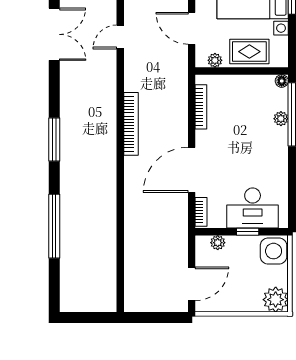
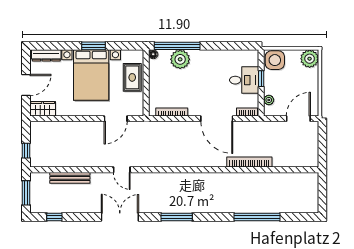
plant: (215, 60) -> (138, 102), removed
plant: (281, 119) -> (180, 59), width x1.88, depth x1.88
bookcase: (131, 124) -> (249, 162), moved
window: (54, 140) -> (177, 217), moved
desk: (253, 208) -> (244, 80), width x0.73
door: (192, 284) -> (298, 119), hinge flipped

